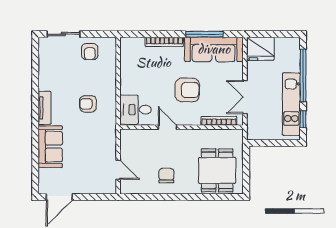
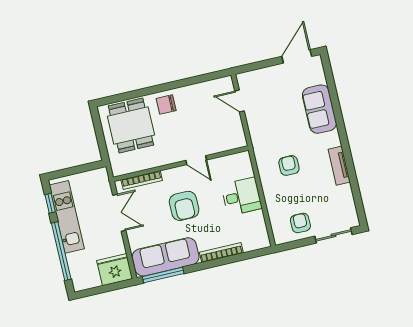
window: (204, 34) -> (163, 275), moved
armchair: (187, 90) -> (184, 206), turned -90
armchair: (88, 104) -> (289, 165), turned -90
tv unit: (44, 108) -> (339, 166), moved
desk: (136, 110) -> (241, 196), moved
chair: (166, 176) -> (166, 104), moved, turned 90

